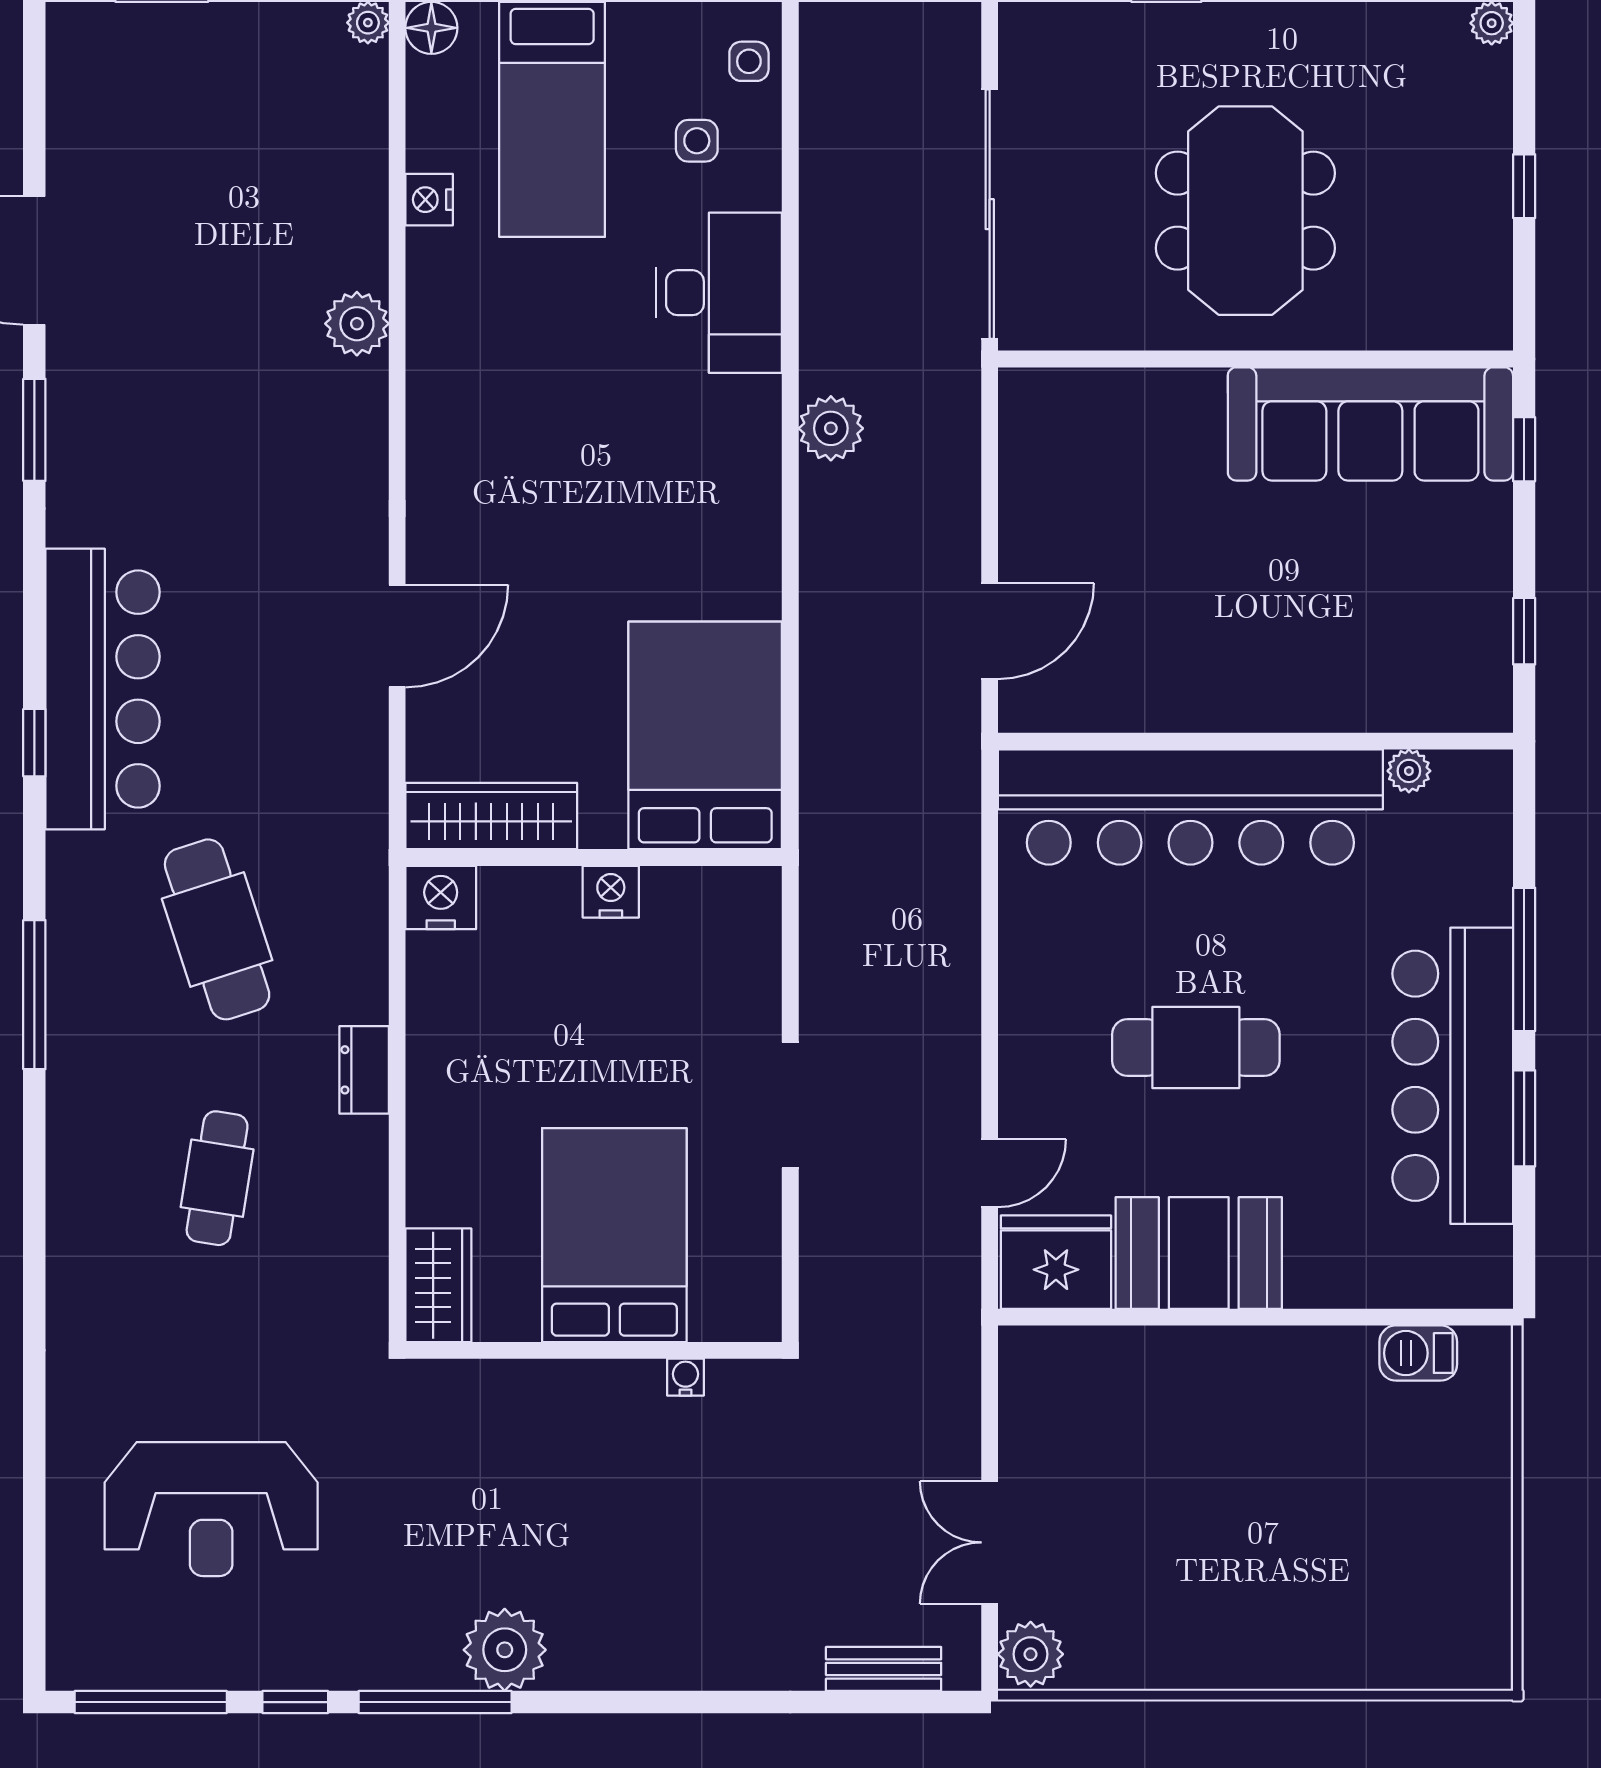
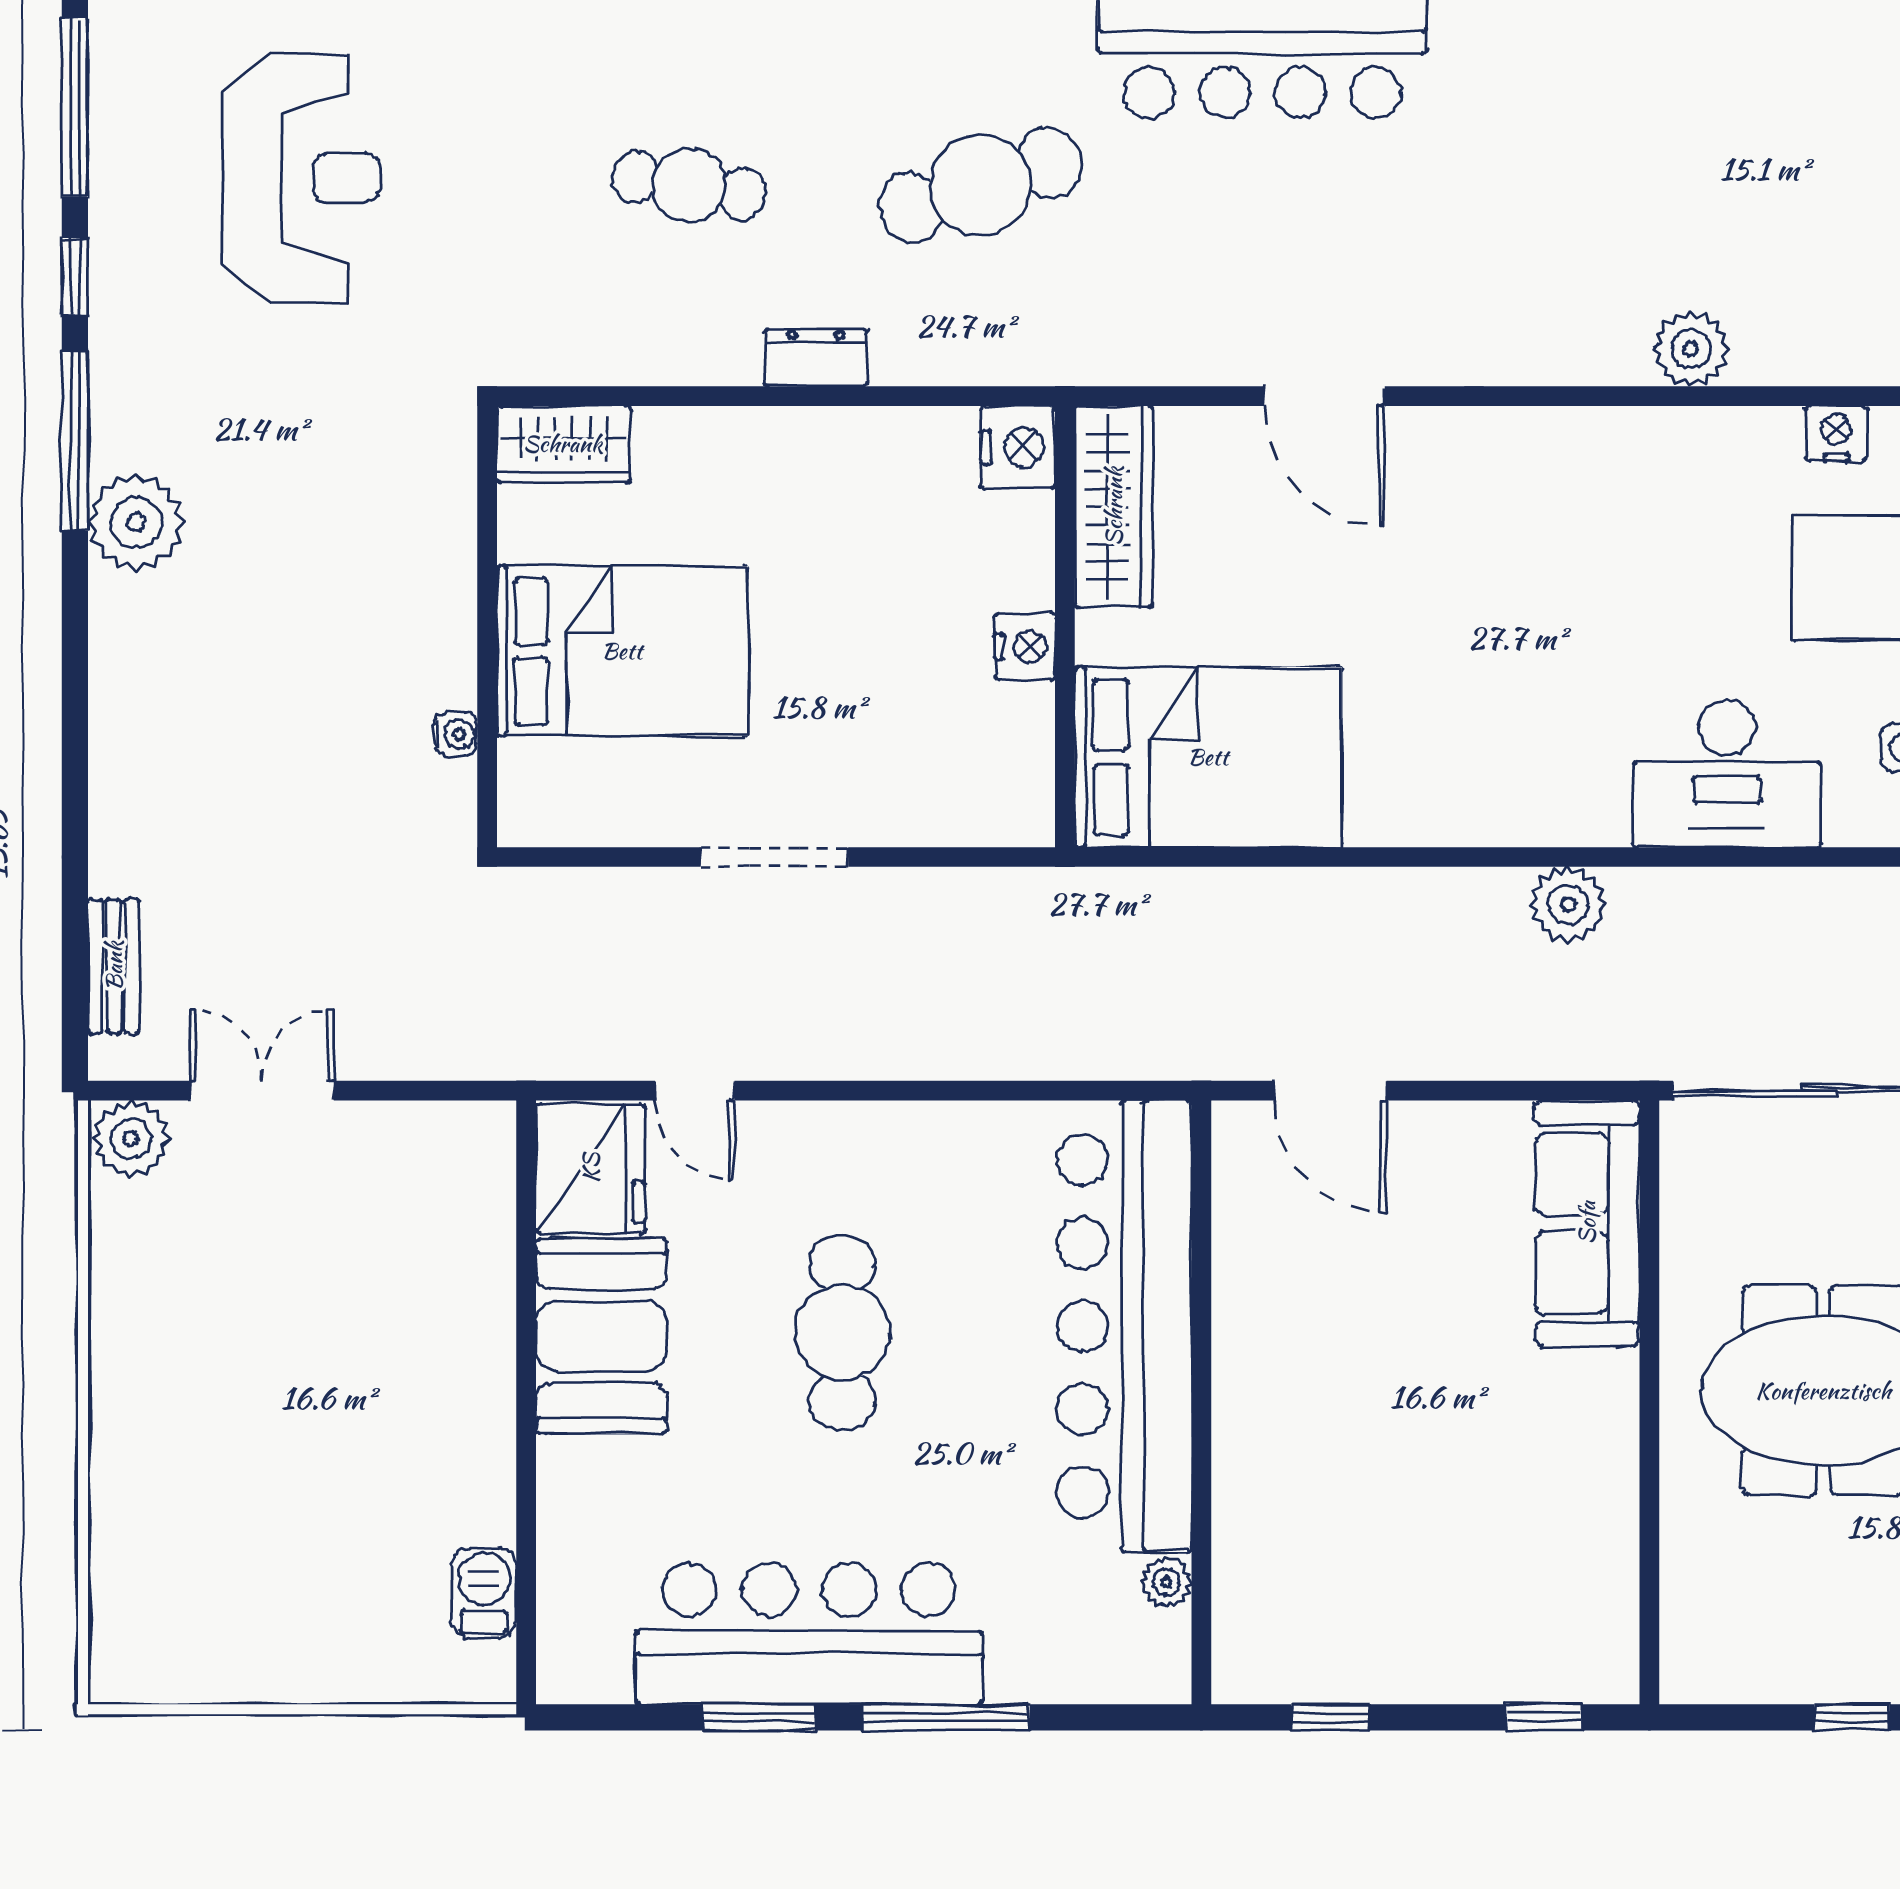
sofa: (1370, 424) -> (1587, 1223), moved, width x0.74, depth x0.79
reception desk: (211, 1509) -> (301, 178), turned 180

